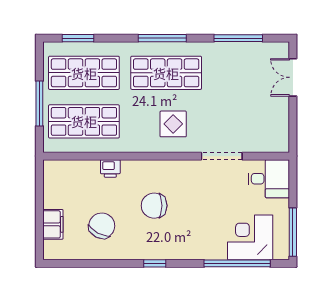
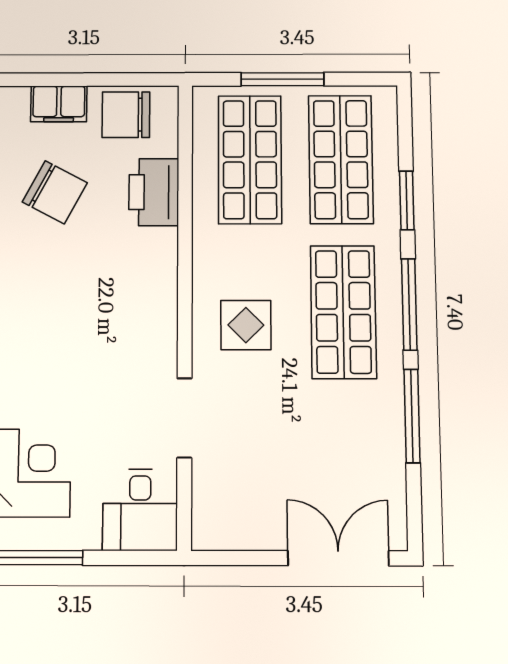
window: (78, 38) -> (407, 200), moved
window: (238, 38) -> (412, 416), moved
double door: (293, 77) -> (338, 558), width x1.37
printer: (110, 169) -> (154, 192), width x1.87, depth x1.48
chair: (154, 206) -> (126, 115), moved, turned -90

